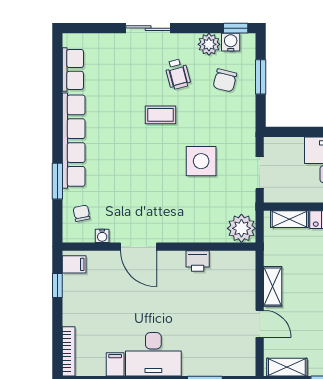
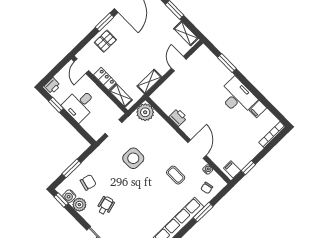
coffee table: (160, 115) -> (176, 175), moved
shelving: (273, 286) -> (149, 82), moved

